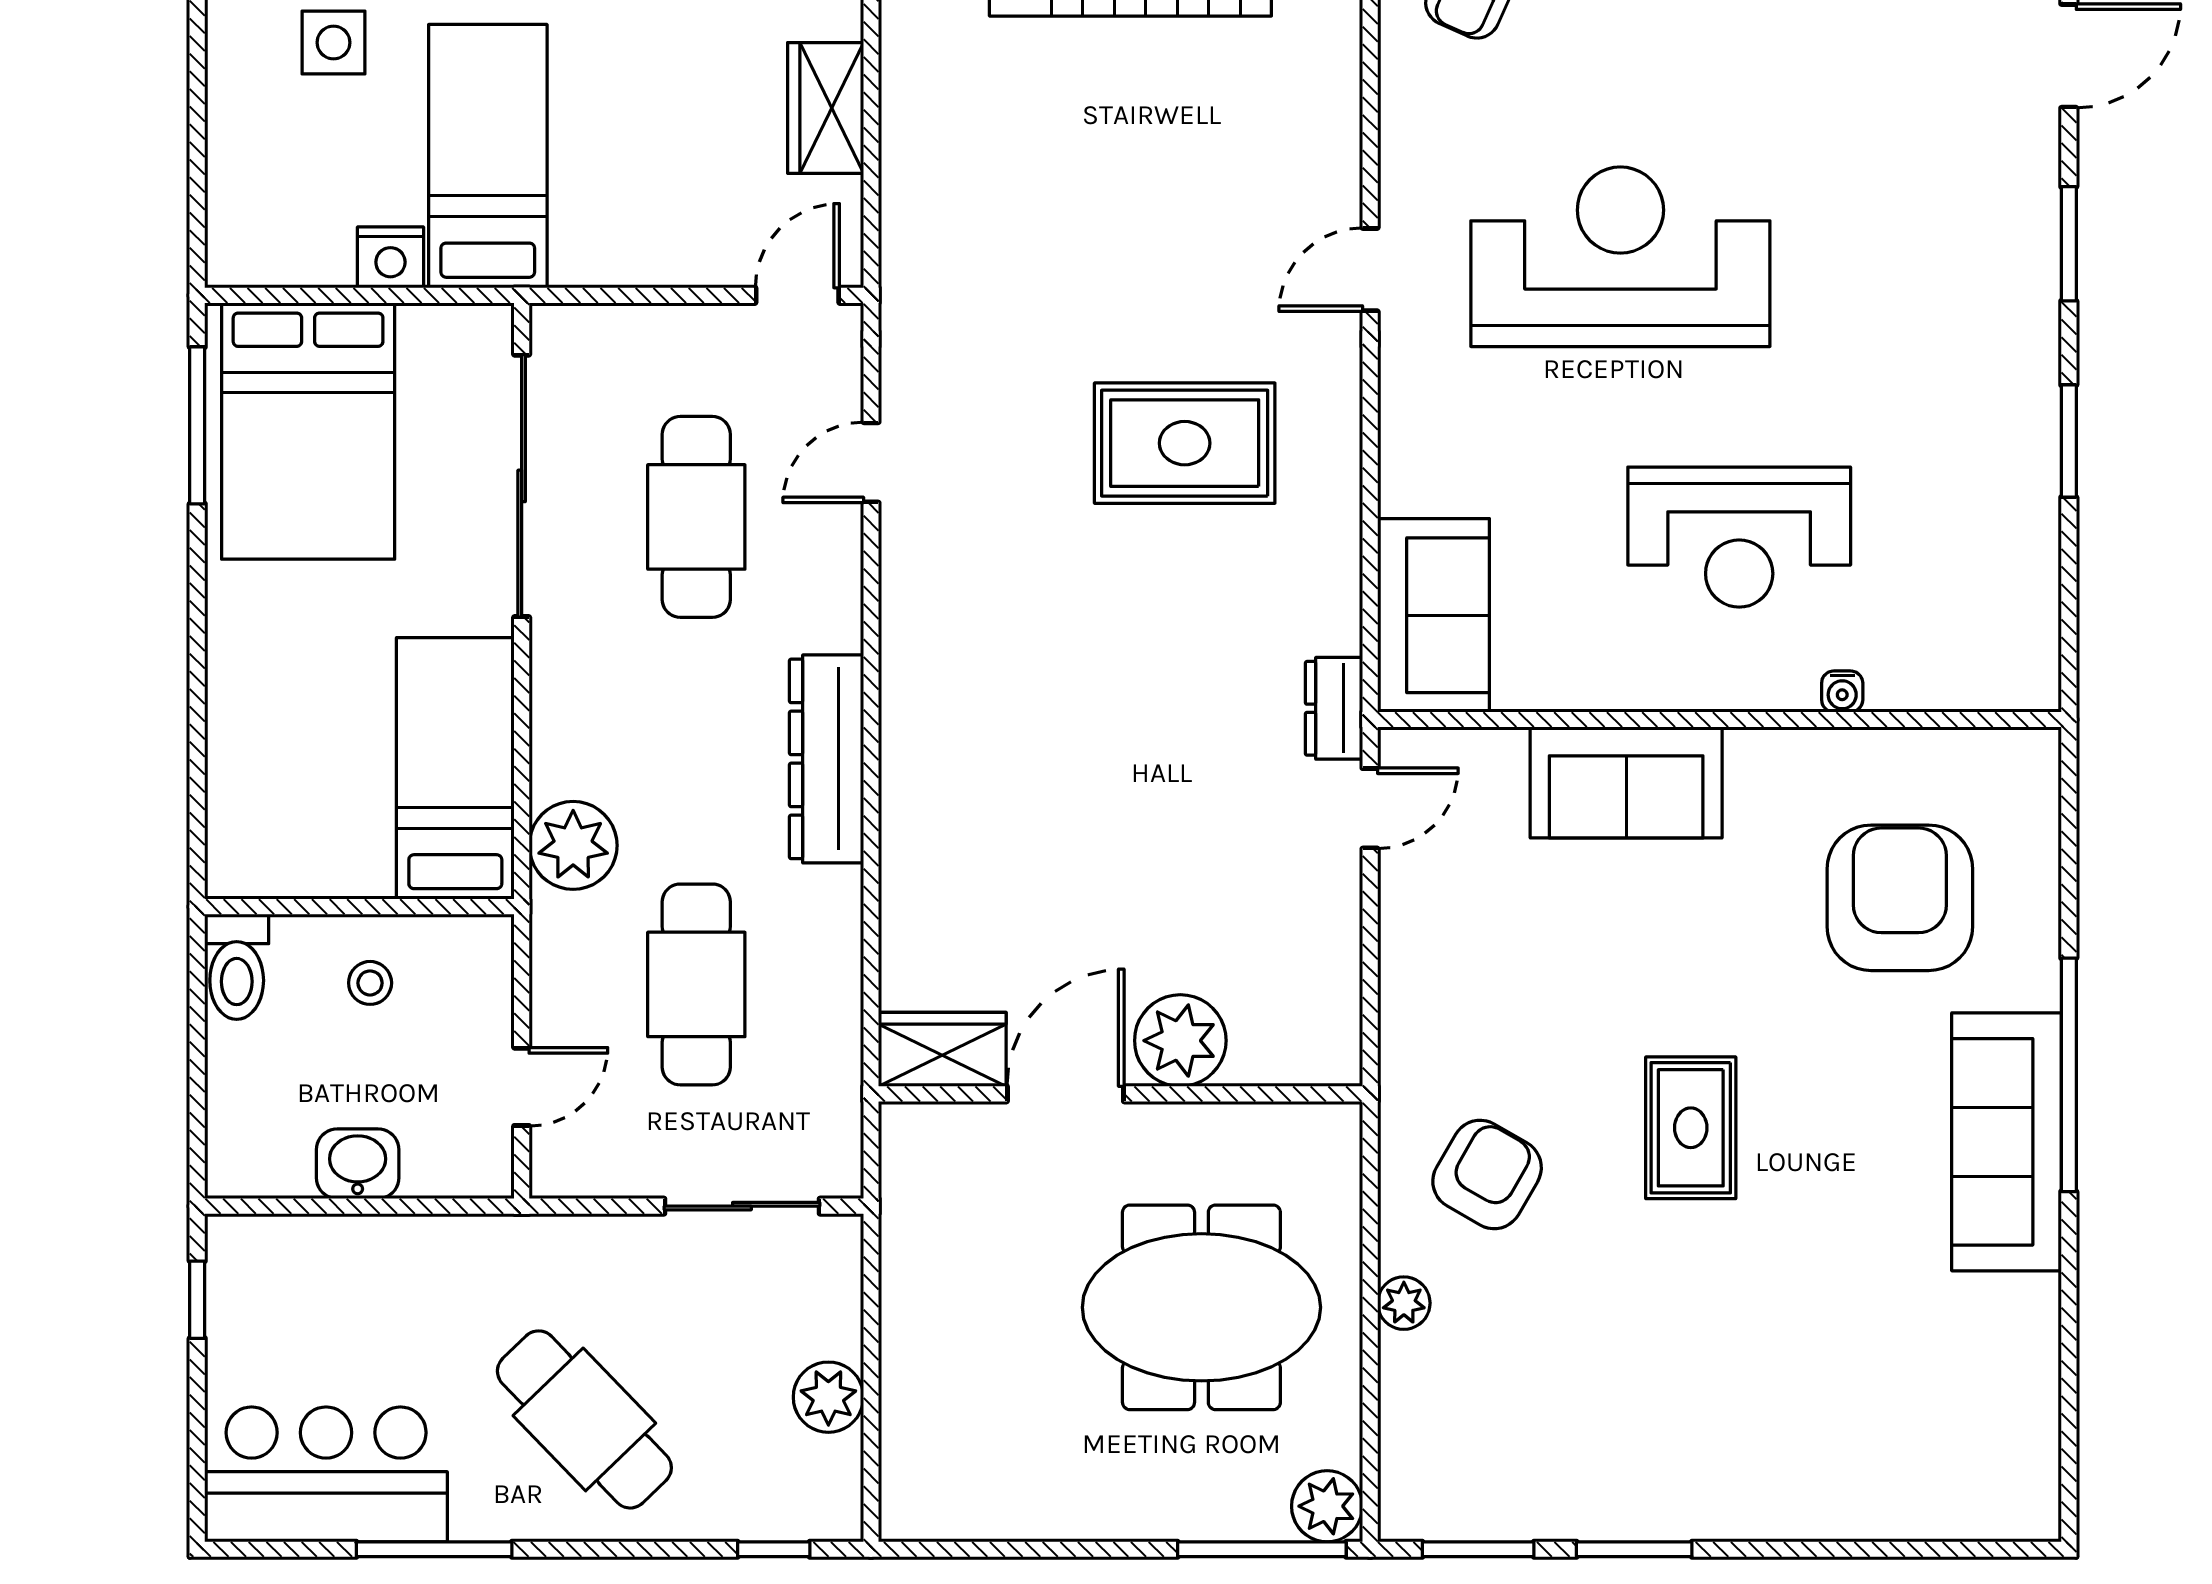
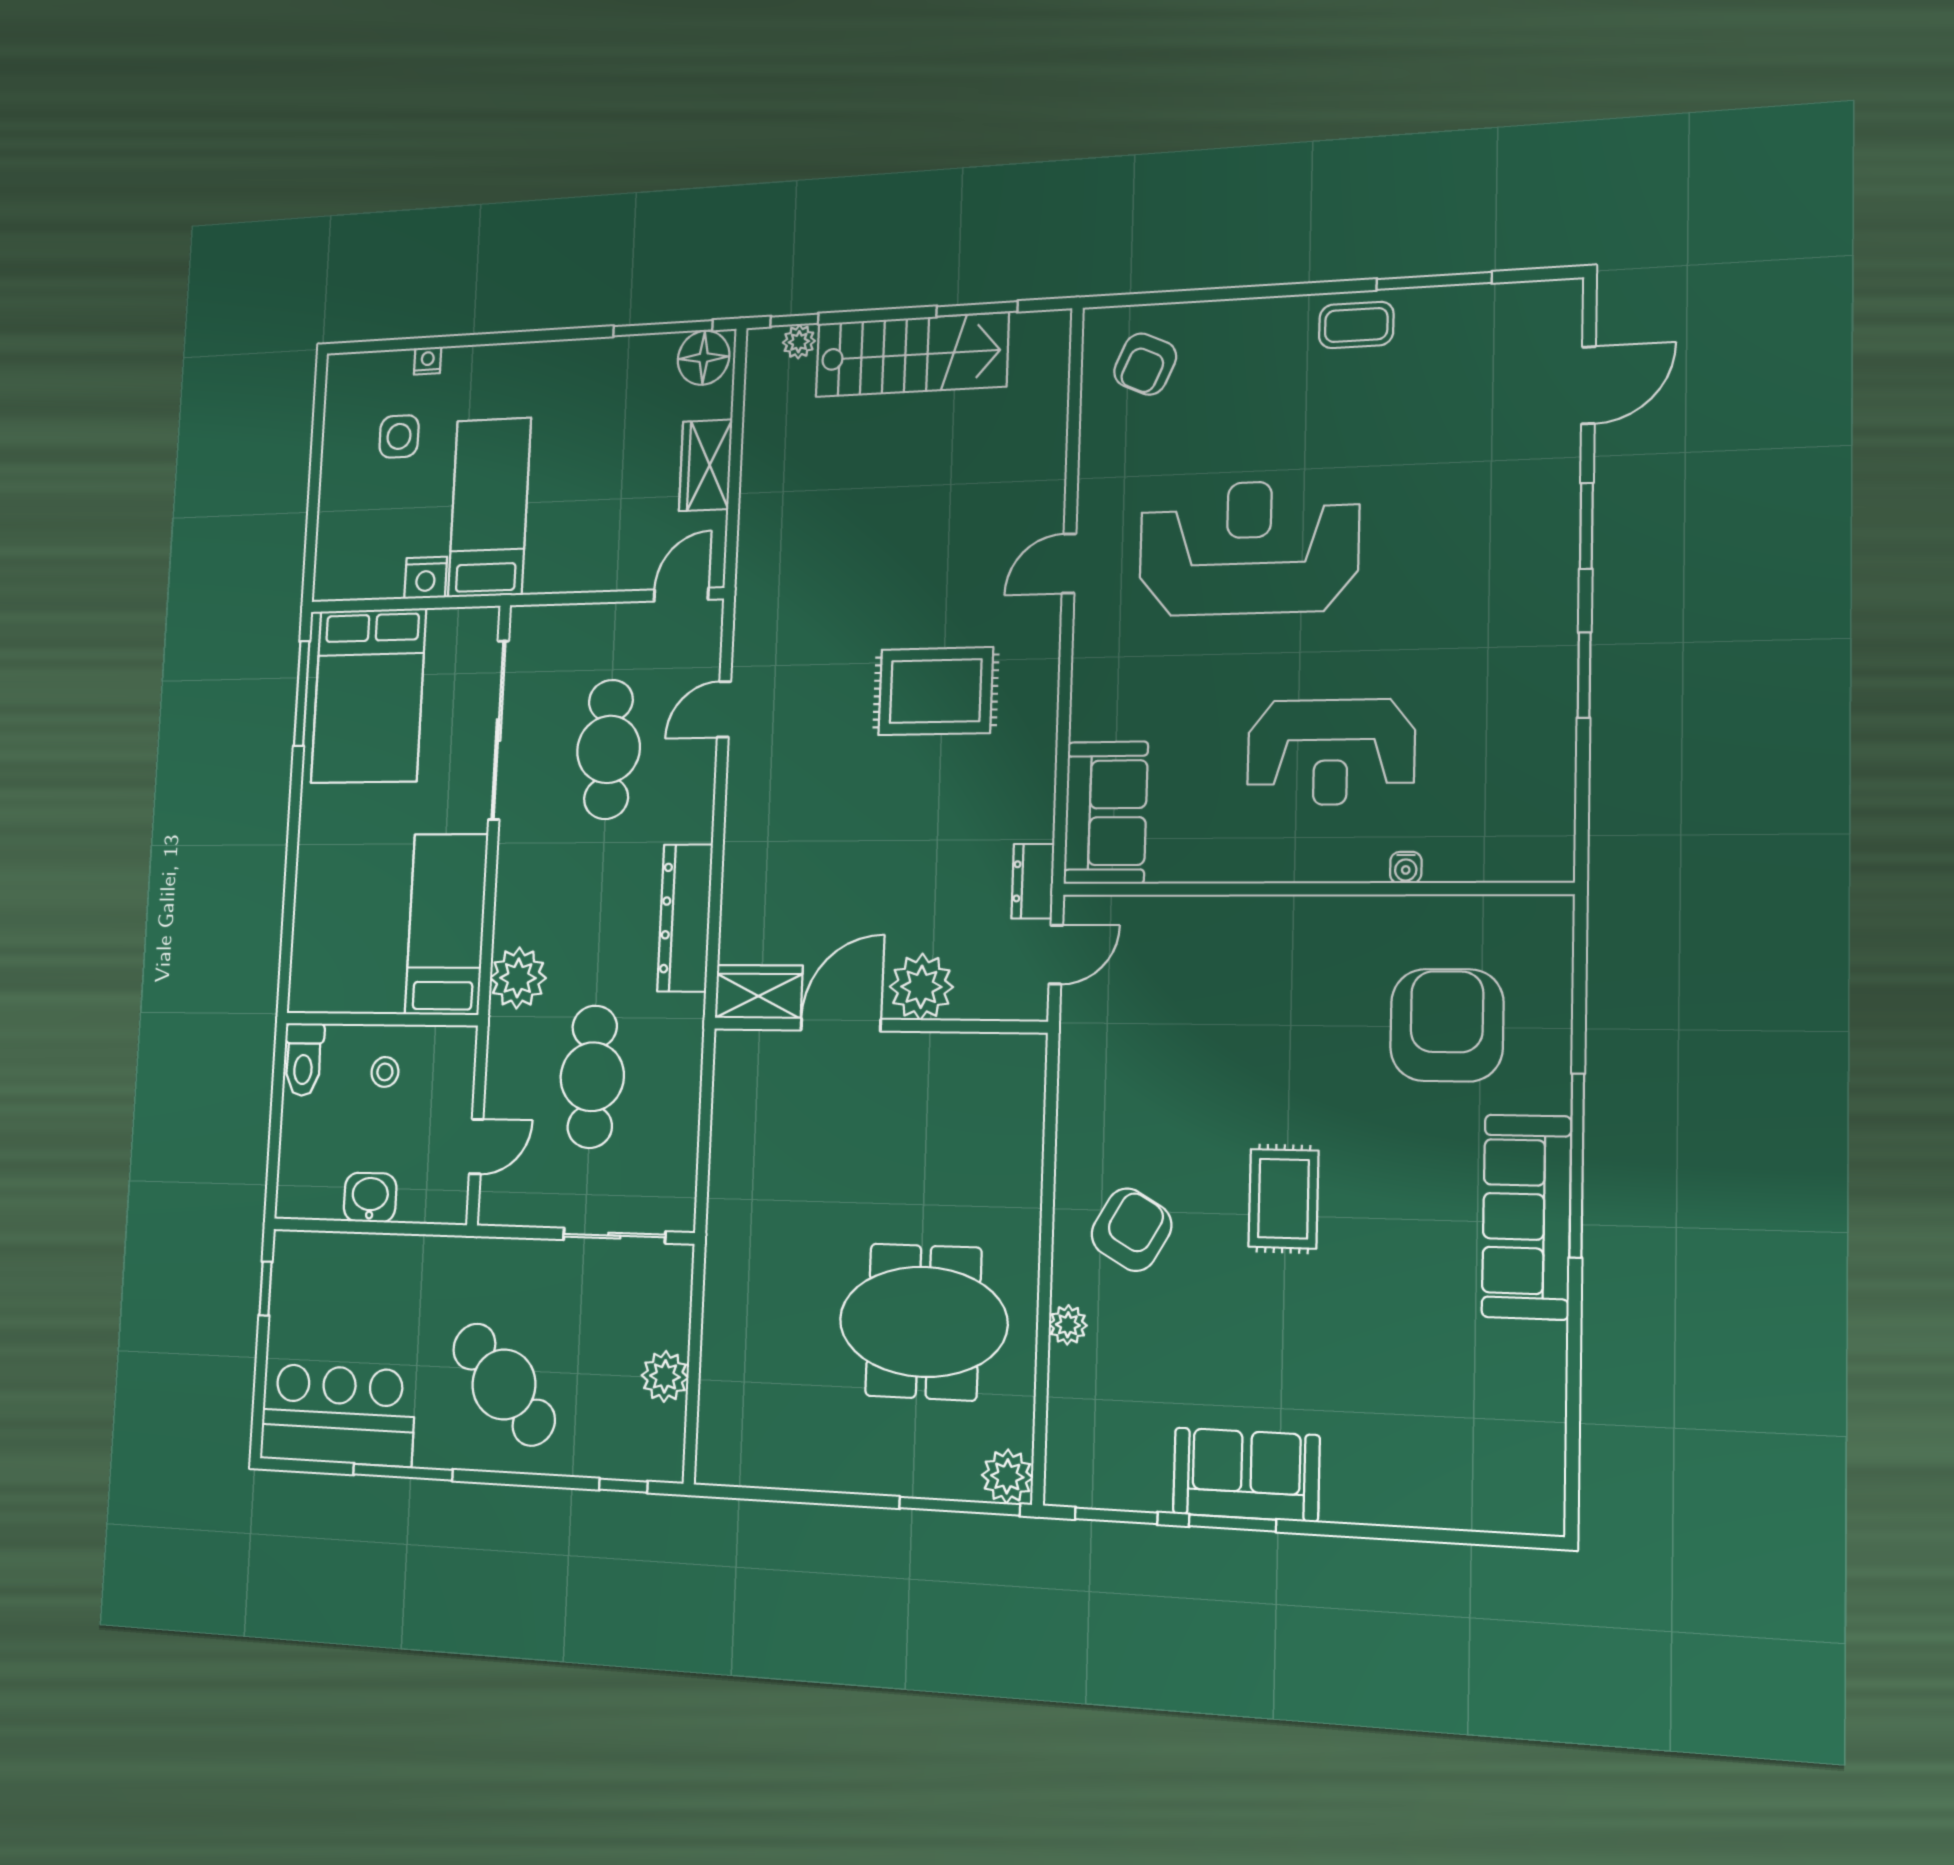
sofa: (1626, 782) -> (1246, 1475), moved, turned 180
plant: (1180, 1041) -> (921, 987), moved
wardrobe: (942, 1049) -> (759, 992), moved
door: (1065, 1094) -> (841, 1025), moved
wall: (1121, 1094) -> (879, 1025), moved

